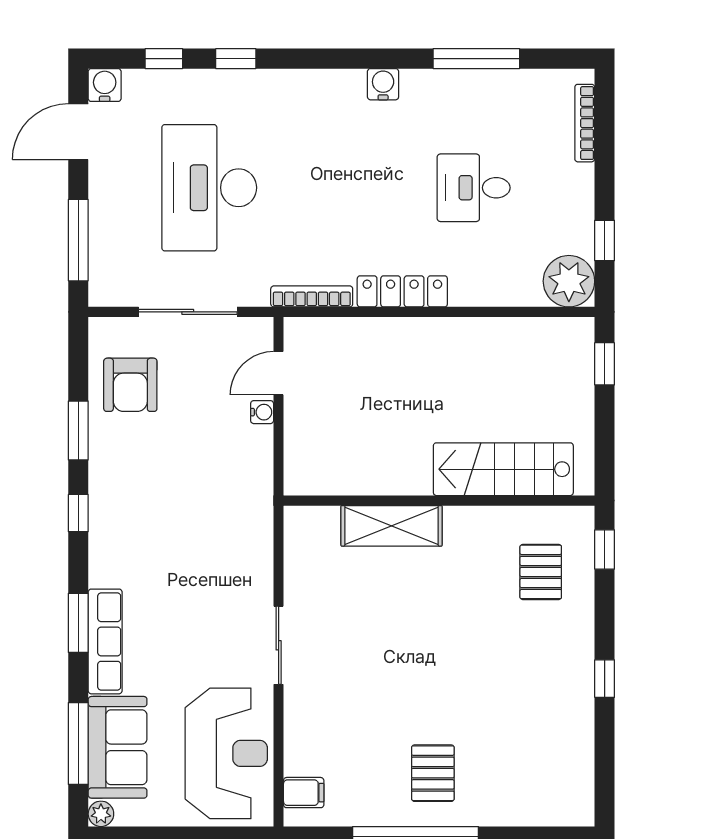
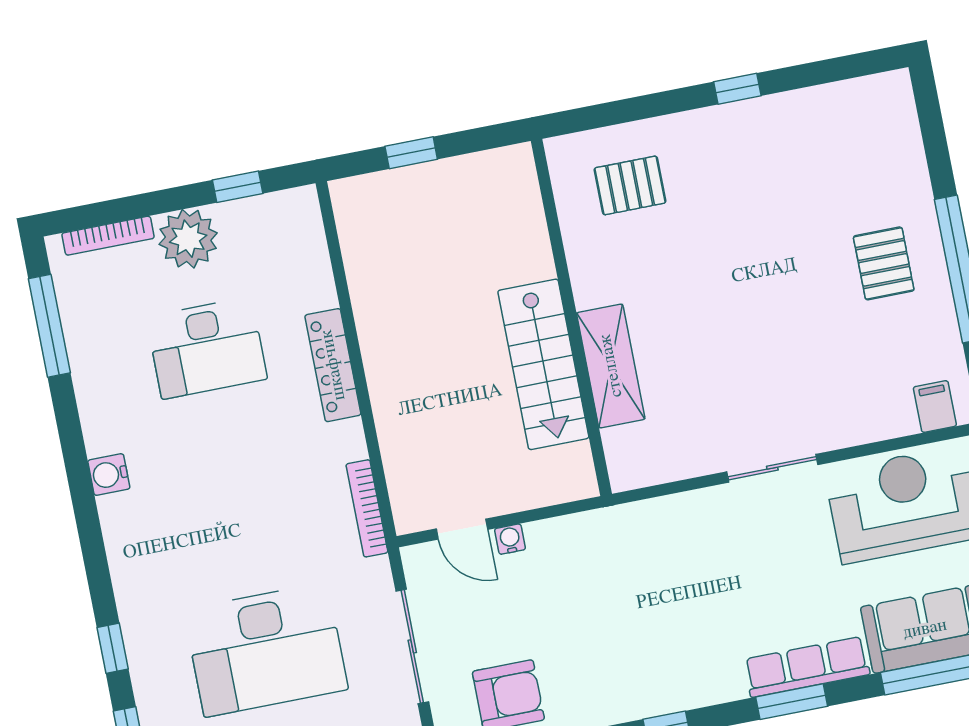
window: (476, 59) -> (49, 326), moved
desk: (474, 188) -> (207, 348), width x1.37
plant: (569, 281) -> (188, 239), moved
locker: (402, 291) -> (333, 365), moved
window: (605, 364) -> (411, 153), moved
stairs: (503, 469) -> (543, 364), moved
window: (605, 550) -> (590, 118), removed
pallet: (433, 773) -> (884, 263), turned 90

